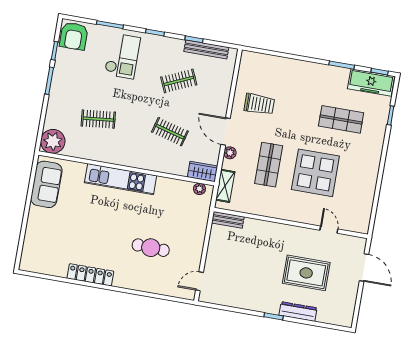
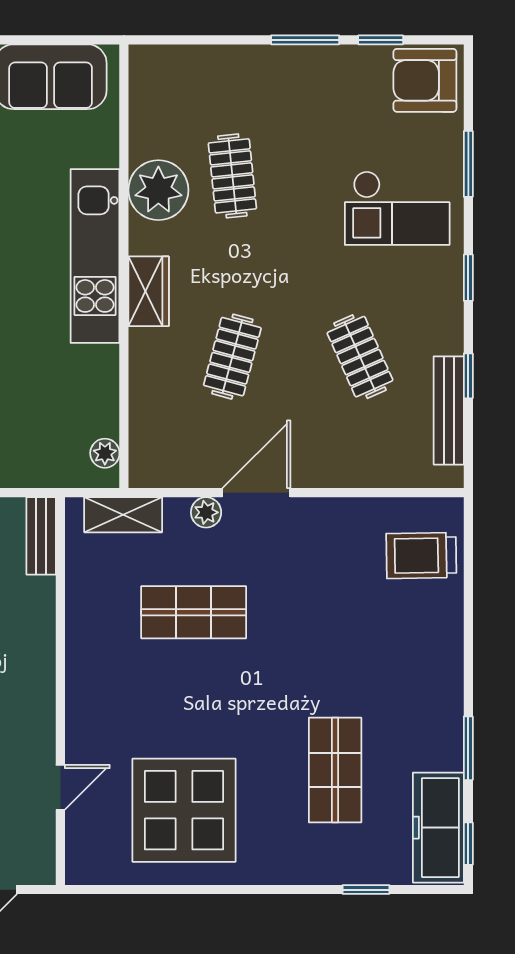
trolley: (259, 104) -> (421, 555), moved, turned 89
plant: (53, 141) -> (158, 190), moved
wardrobe: (203, 171) -> (149, 291), moved
display table: (315, 173) -> (184, 810), moved

